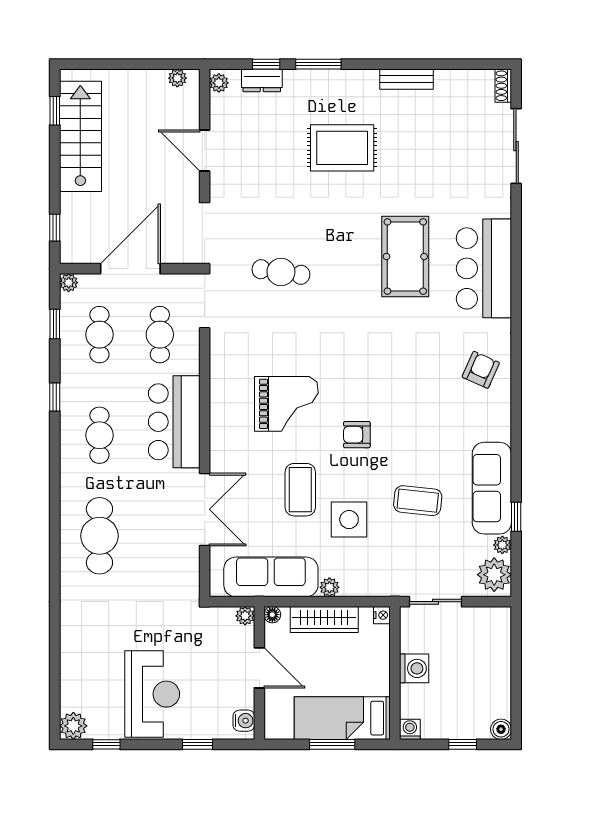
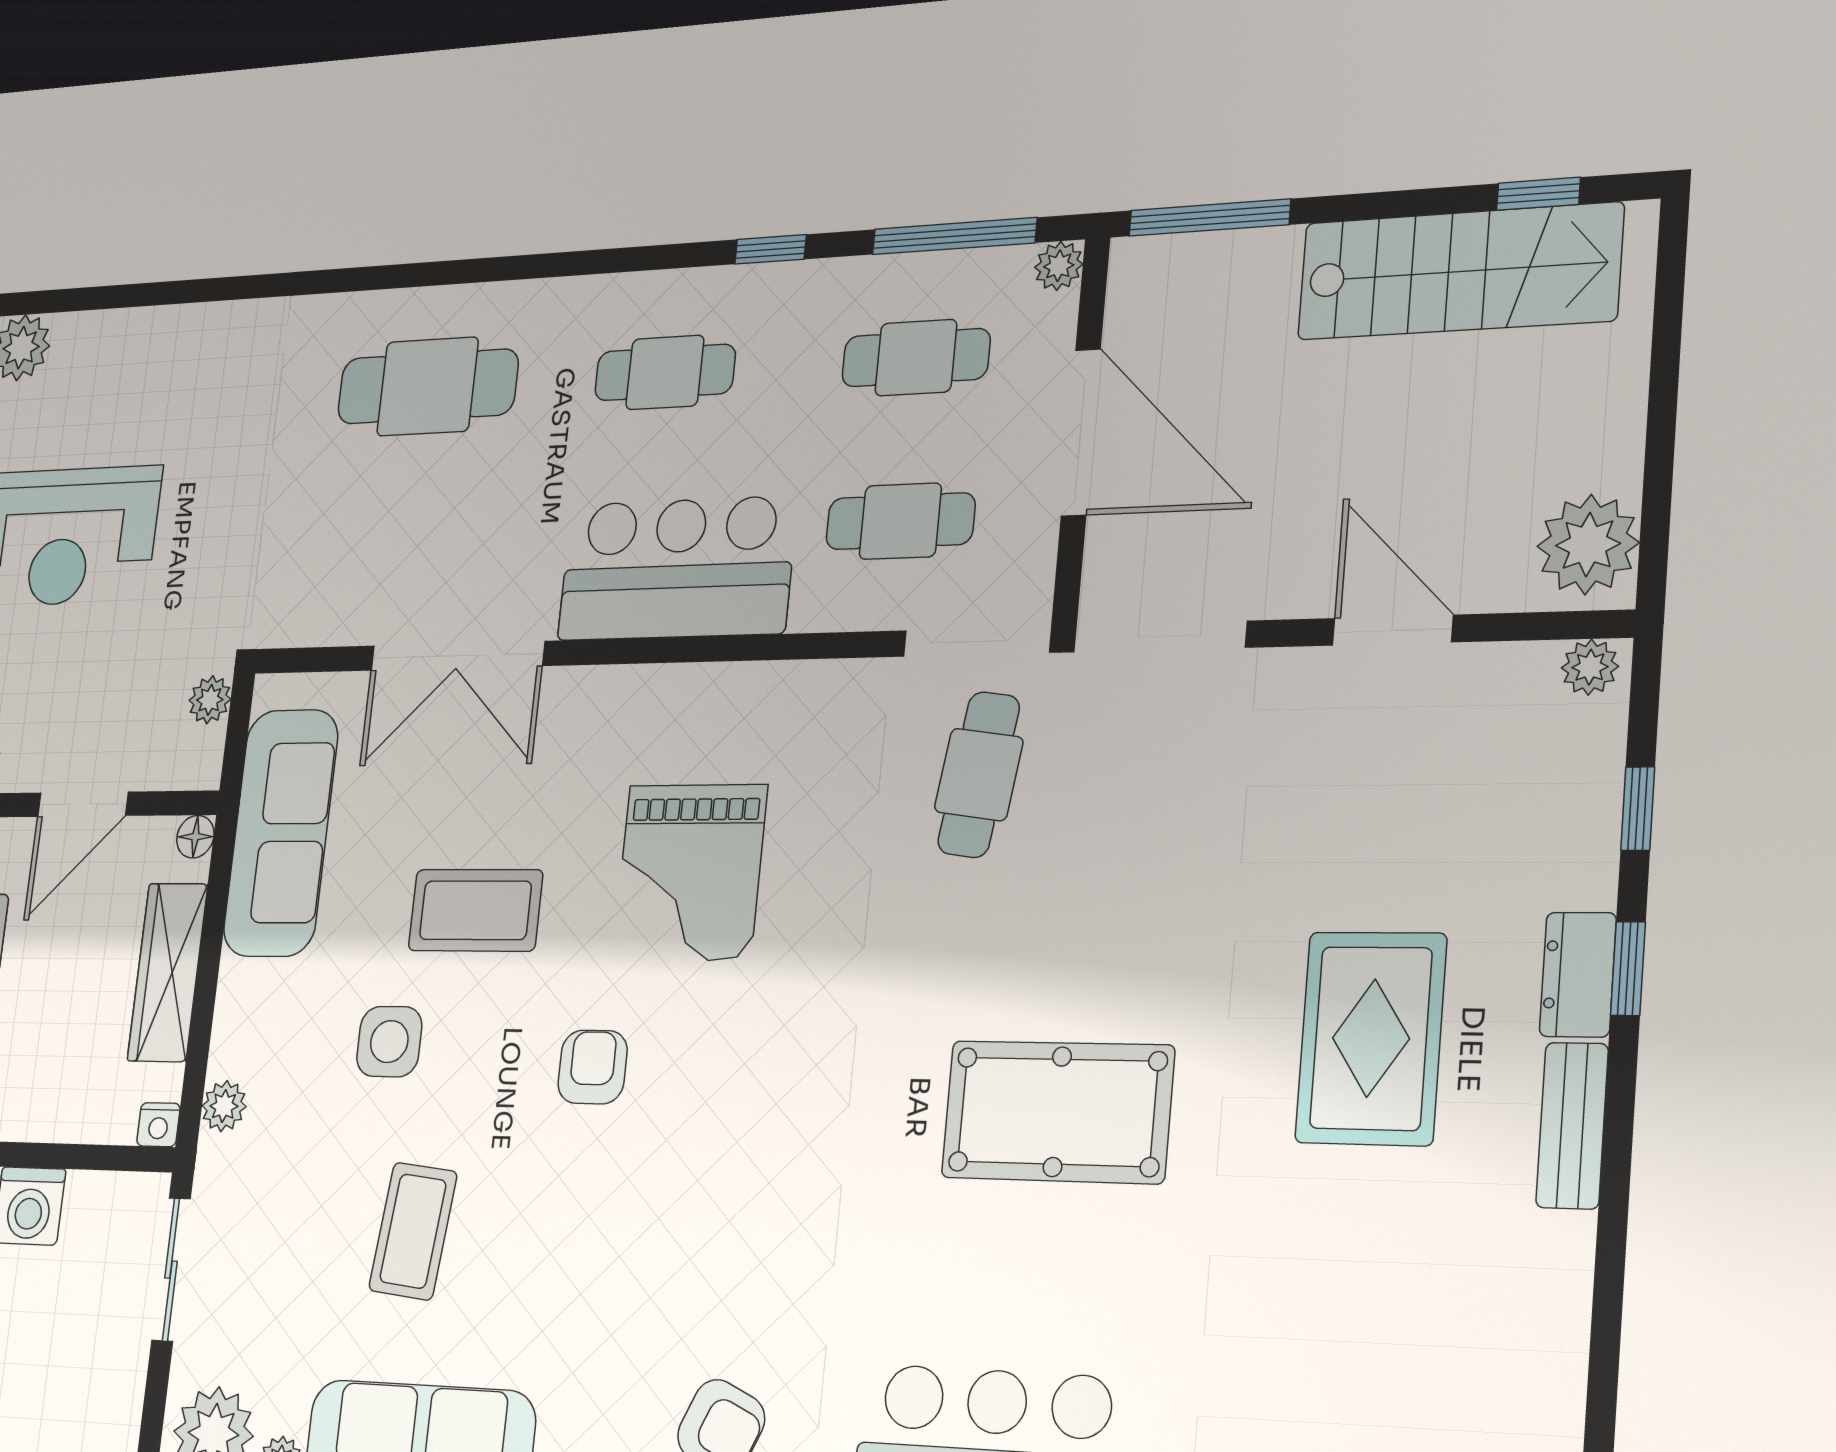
window: (318, 64) -> (1628, 969), width x0.67
plant: (177, 78) -> (1588, 544), width x1.87, depth x1.87
bench: (406, 79) -> (1572, 1125), moved
dresser: (262, 80) -> (1578, 975), moved
door: (205, 151) -> (1393, 630), hinge flipped
window: (55, 228) -> (1209, 218), width x2.17
pool table: (405, 257) -> (1057, 1112), moved
cafe table: (281, 272) -> (979, 775), moved
window: (55, 324) -> (954, 236), width x2.17
side table: (349, 520) -> (389, 1042), width x0.73, depth x0.73
plant: (329, 587) -> (224, 1106), moved
plant: (245, 616) -> (210, 700), moved

